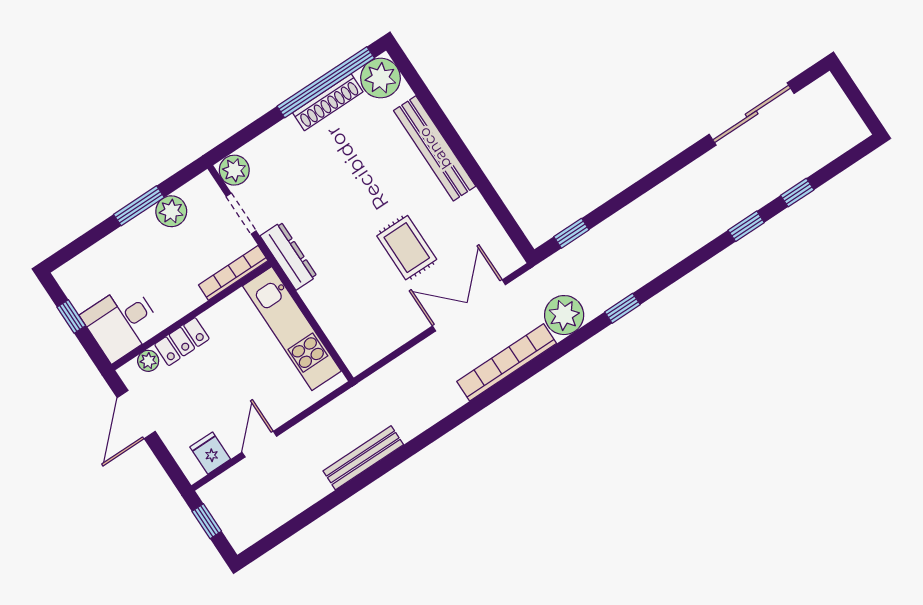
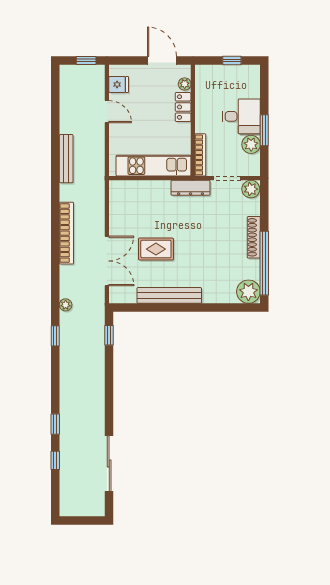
shoe rack: (328, 102) -> (254, 237), moved
bench: (435, 148) -> (169, 295), moved
plant: (564, 315) -> (66, 305), width x0.53, depth x0.53
desk: (122, 322) -> (241, 116), moved, turned 90
bookcase: (507, 362) -> (66, 233), moved

